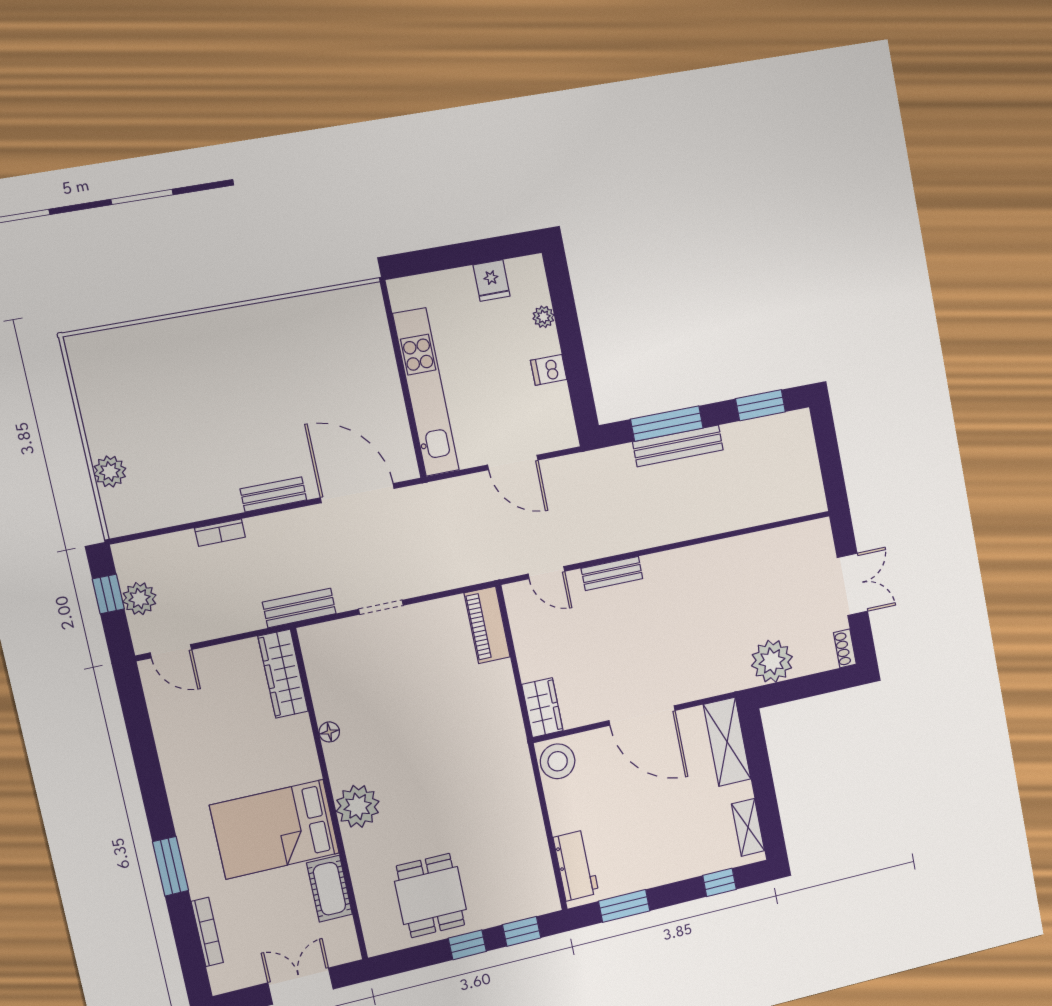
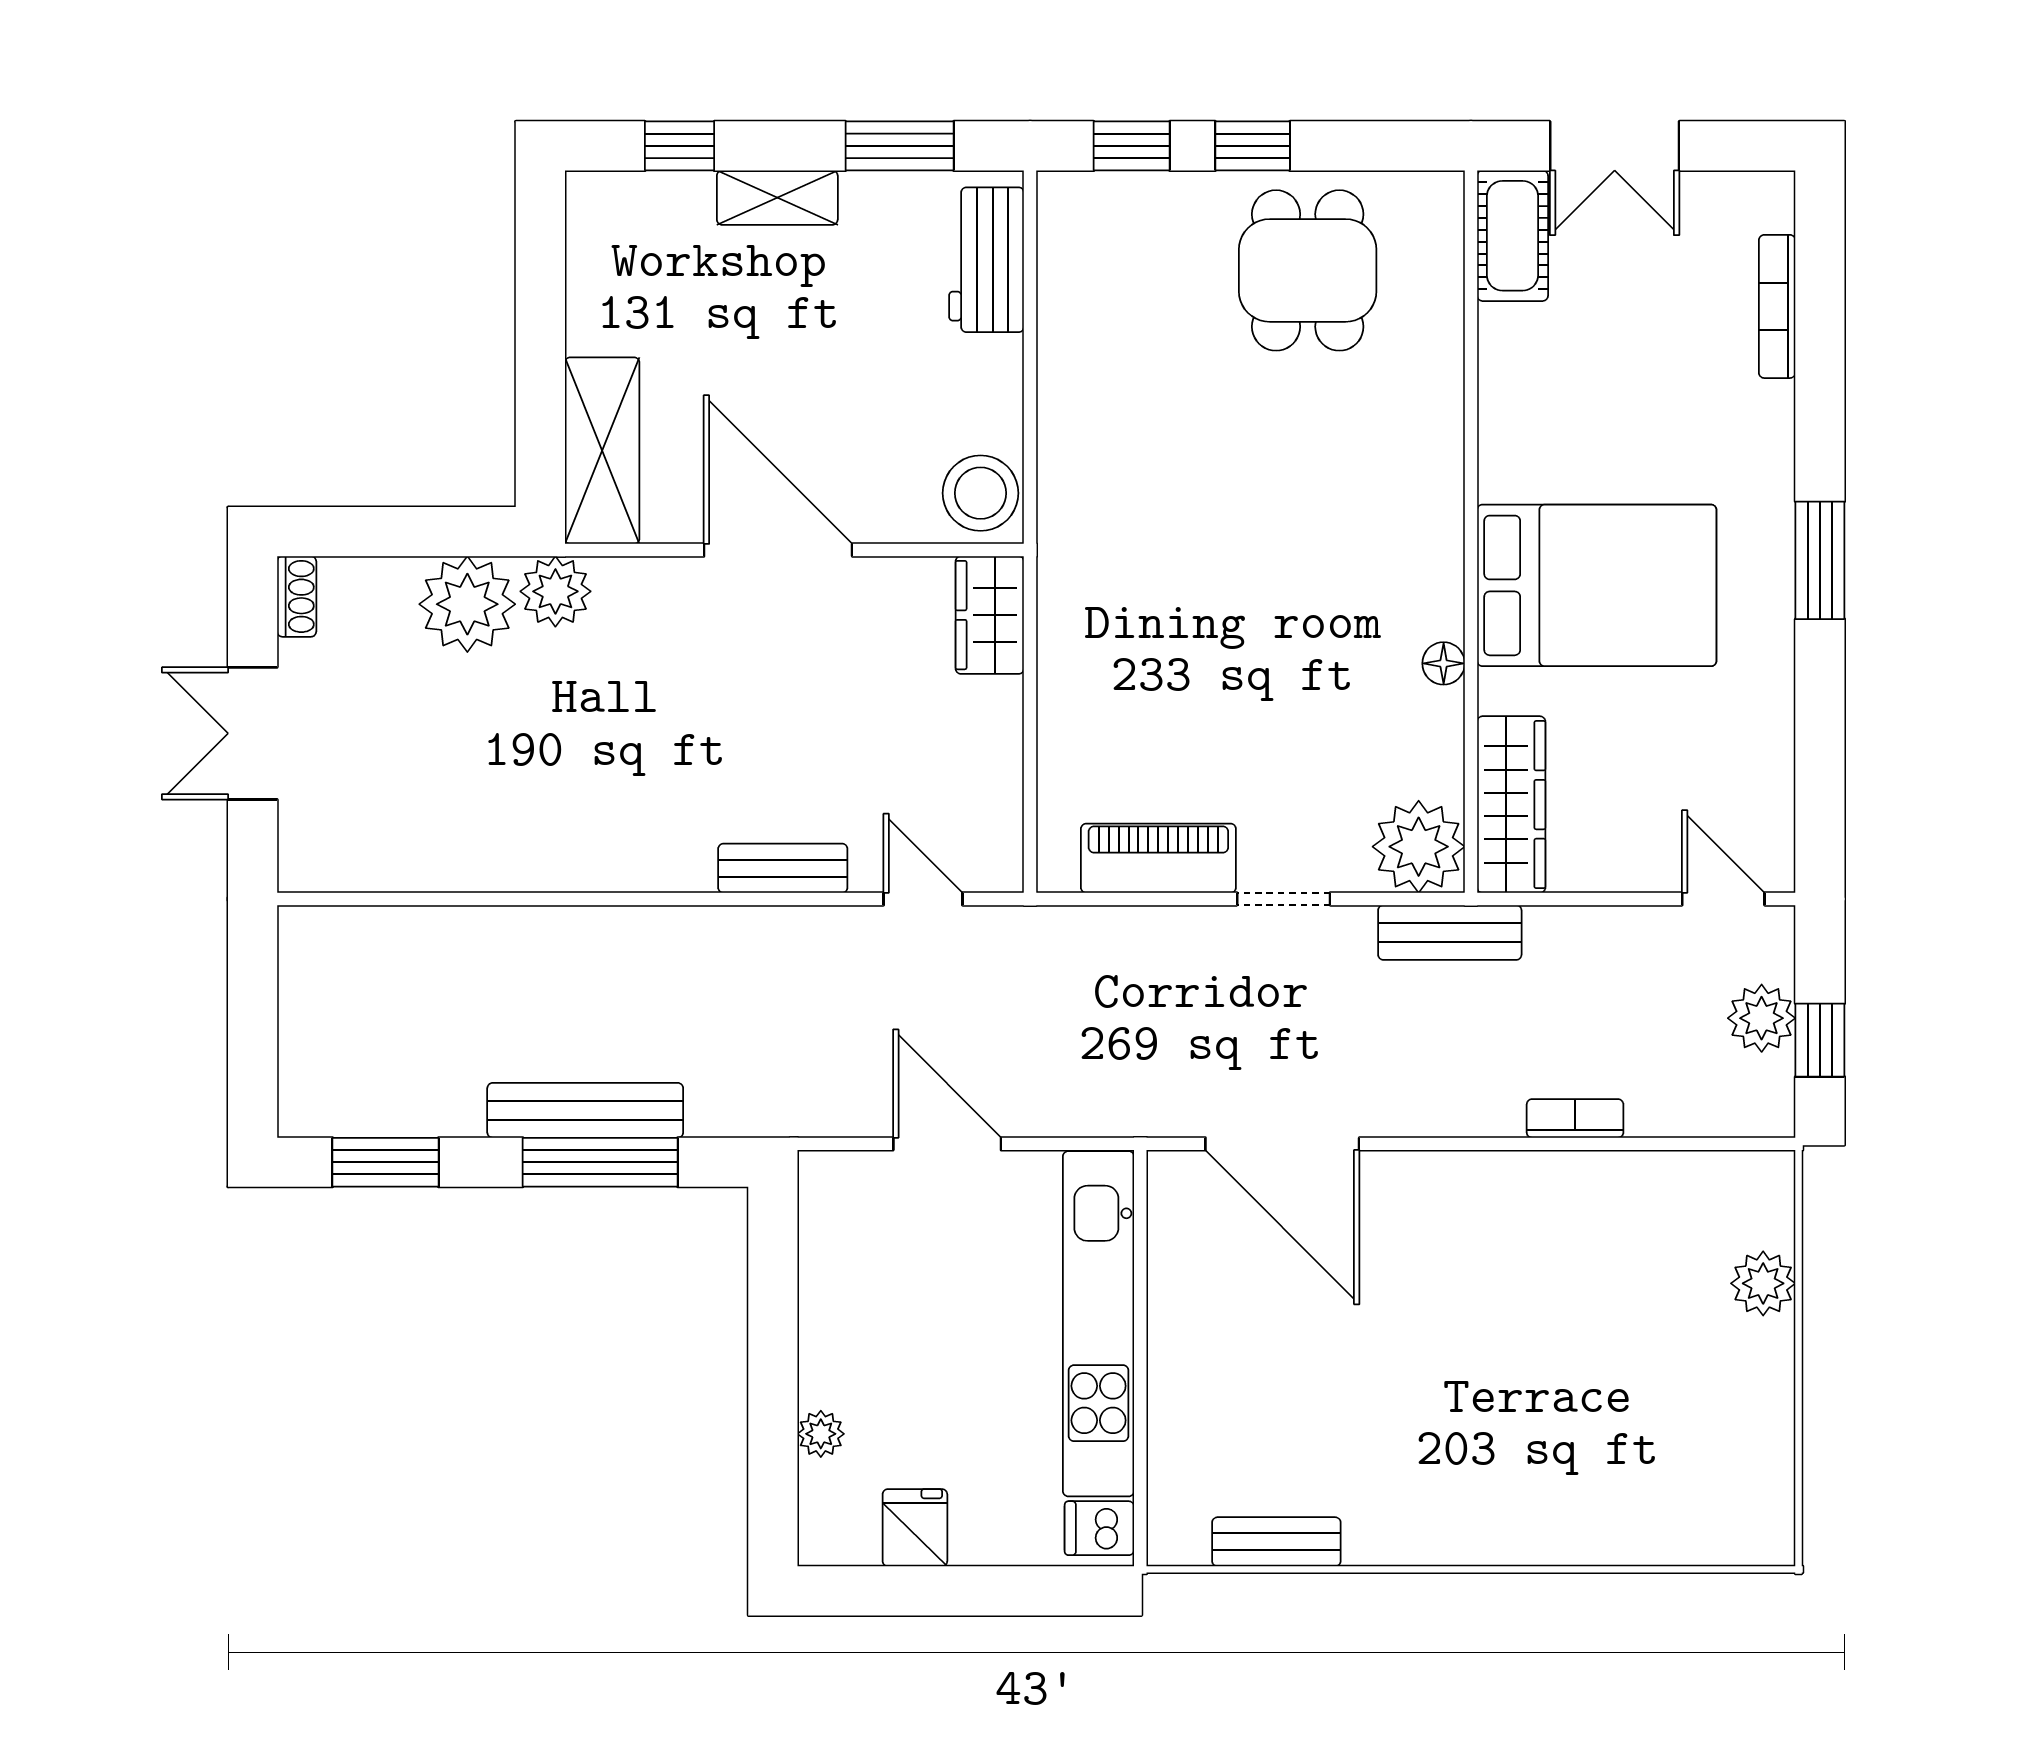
dishwasher: (549, 370) -> (1099, 1528), moved, turned 180
bench: (273, 494) -> (1276, 1542), moved
piano: (487, 625) -> (1158, 858), moved, turned -90
plant: (735, 675) -> (555, 591), added
plant: (358, 806) -> (1419, 847), moved
shelving: (748, 827) -> (777, 198), moved, turned 90
bed: (275, 829) -> (1597, 585), moved
window: (170, 866) -> (1820, 560), moved
cot: (329, 889) -> (1513, 236), moved

